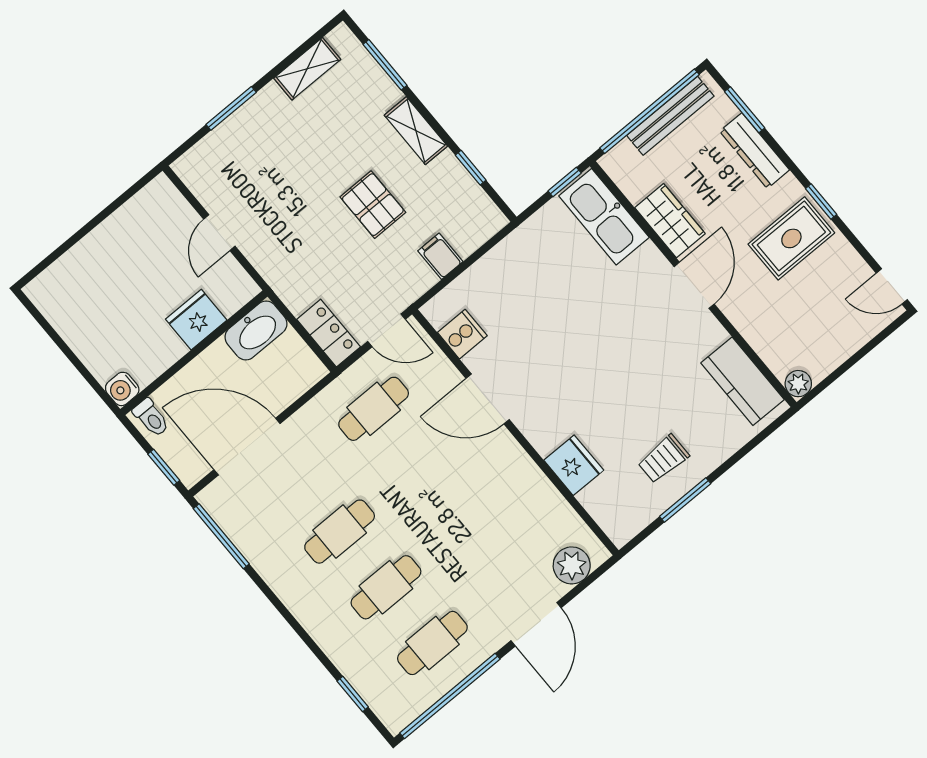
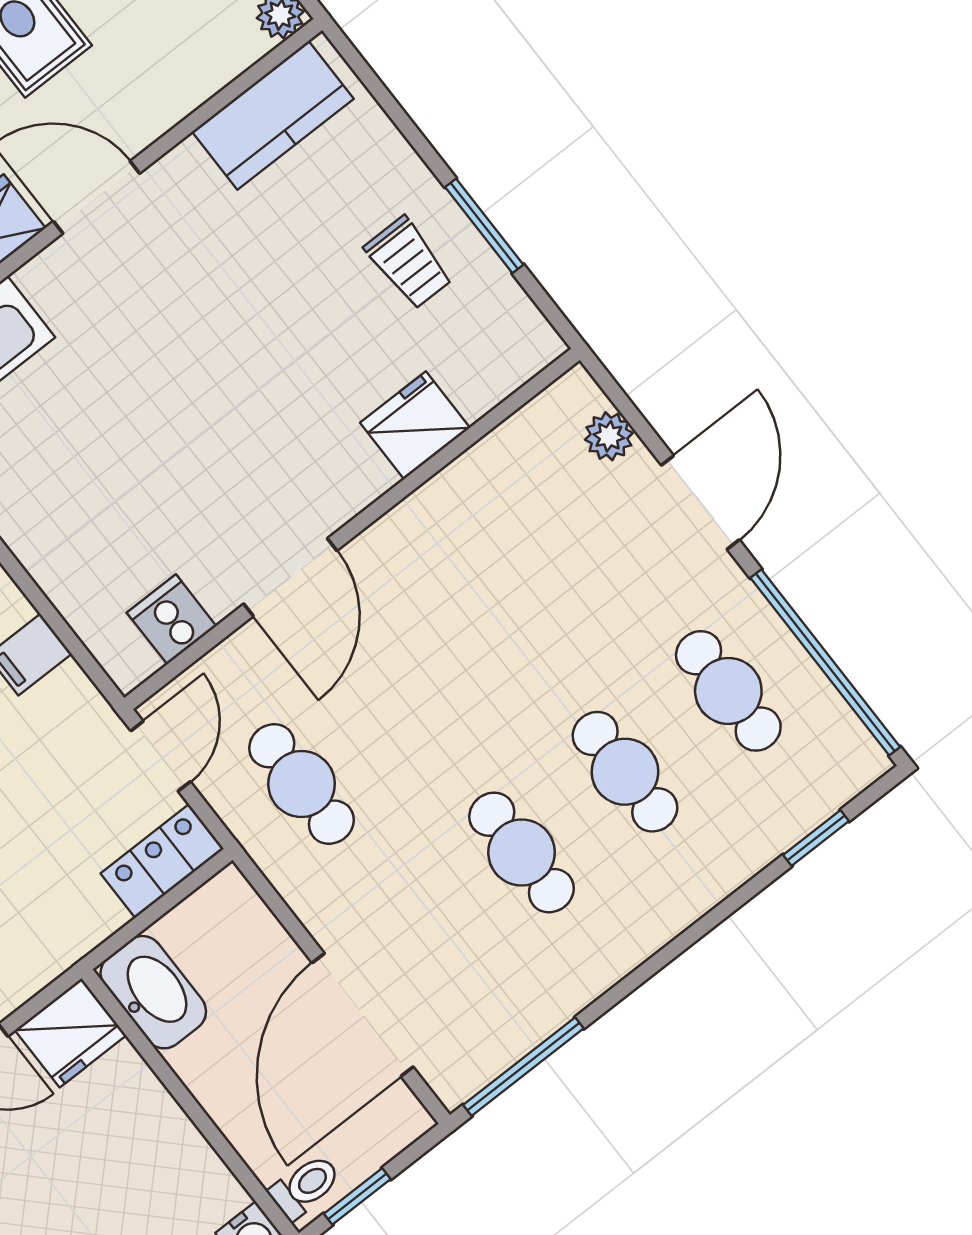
fridge: (196, 320) -> (71, 1033), moved, turned -90
window: (164, 467) -> (357, 1196), moved
plant: (572, 565) -> (609, 436), width x0.73, depth x0.73
door: (536, 624) -> (700, 502), hinge flipped

